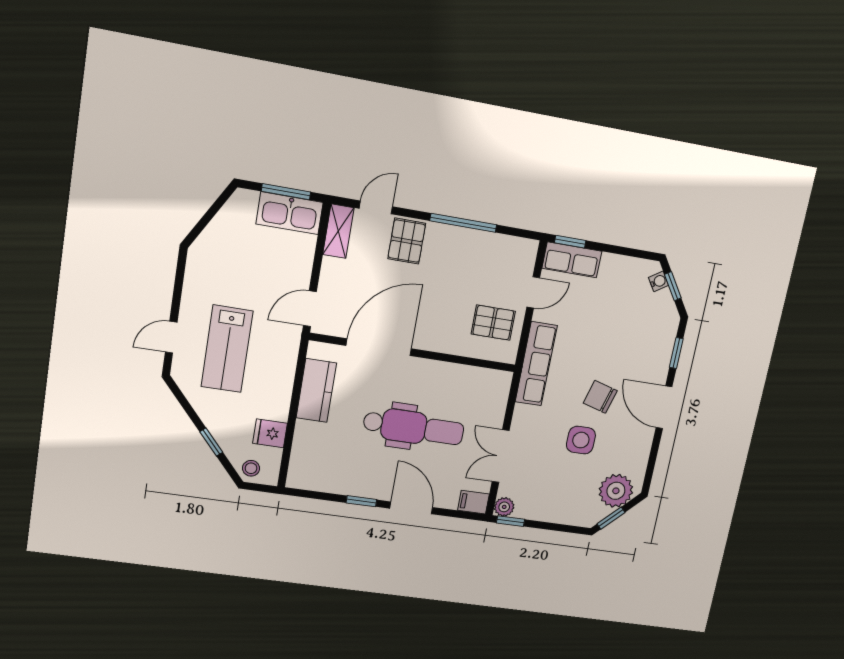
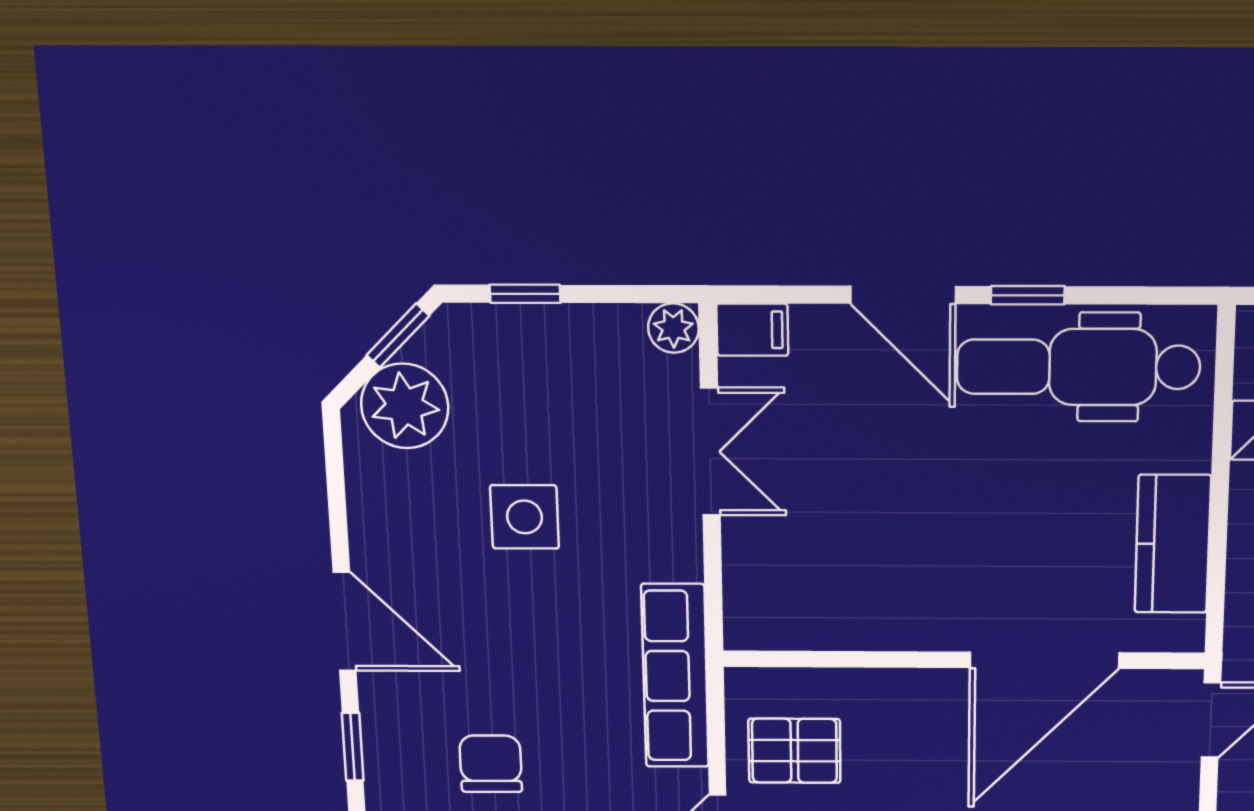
chair: (600, 397) -> (491, 764), moved, turned -106
dental chair: (414, 428) -> (1078, 367), moved
window: (511, 521) -> (525, 294), moved

